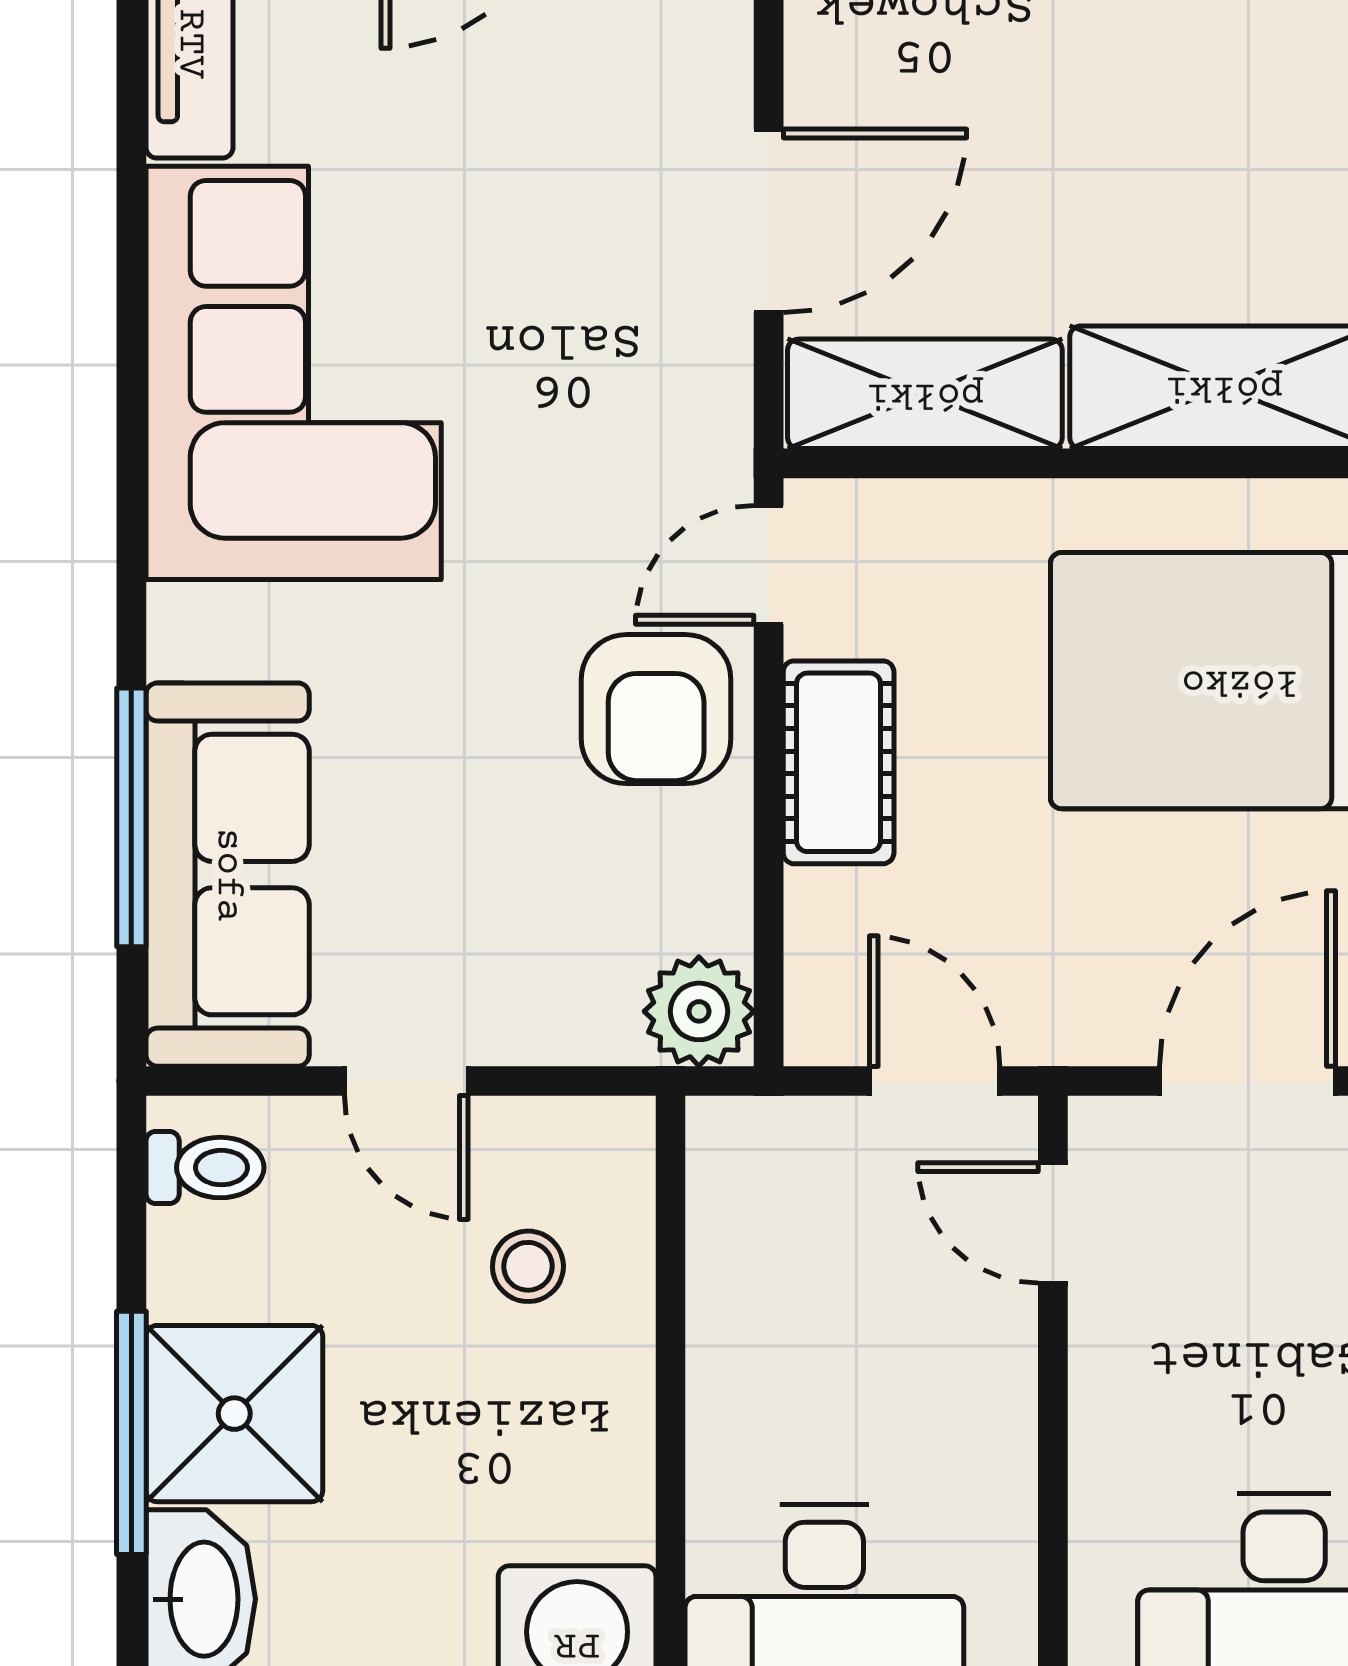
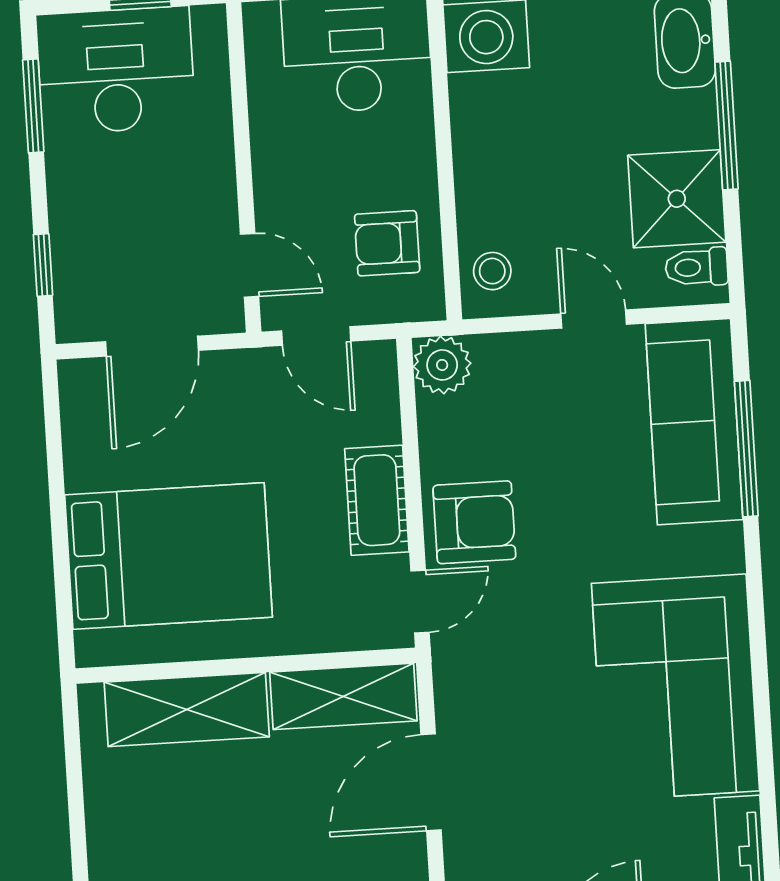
armchair: (656, 709) -> (474, 522), turned 90
armchair: (789, 1249) -> (387, 243), added
stool: (528, 1266) -> (492, 271), moved
shower: (234, 1414) -> (677, 199), moved

